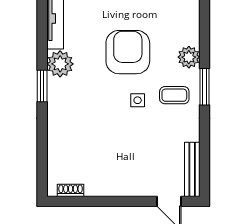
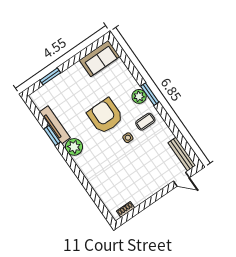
window: (42, 86) -> (52, 136), moved
window: (204, 87) -> (150, 94), moved

